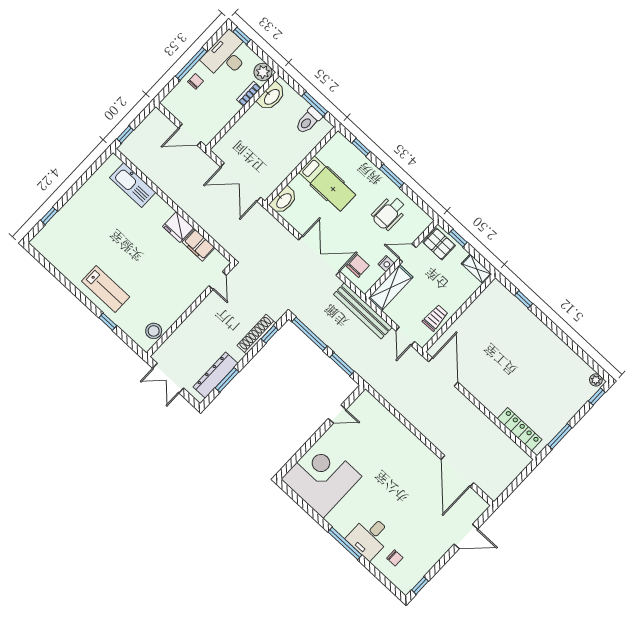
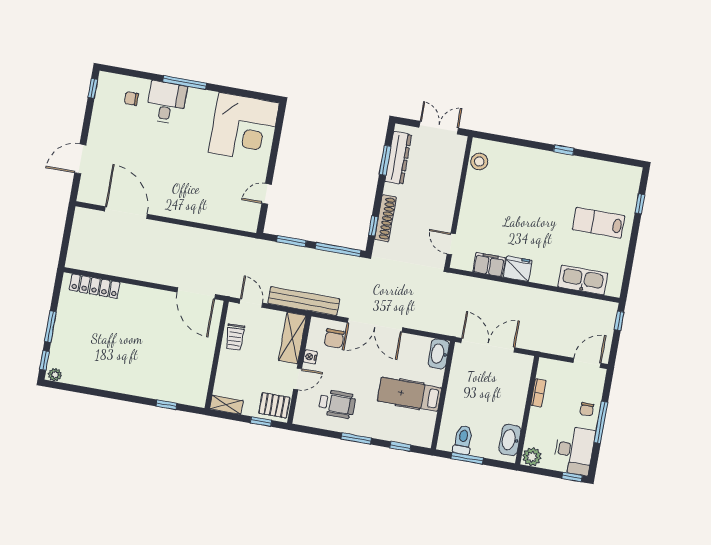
bookcase: (249, 94) -> (538, 393), moved
door: (190, 135) -> (587, 363), moved
wheelchair: (389, 213) -> (337, 404), turned 89
lab bench: (106, 289) -> (599, 223), moved
window: (108, 322) -> (564, 150), moved
window: (560, 436) -> (50, 327), moved

